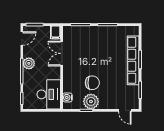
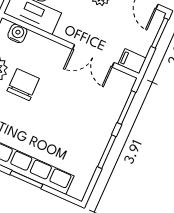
double door: (62, 53) -> (93, 56), swing flipped
chair: (92, 83) -> (23, 85), turned 180

